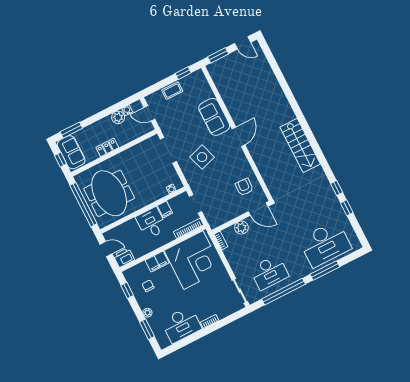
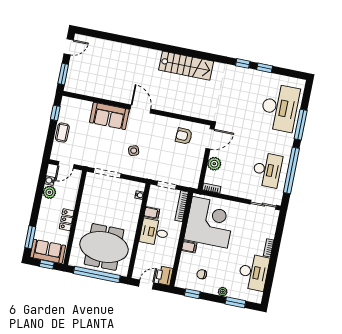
side table: (202, 157) -> (134, 151), width x0.54, depth x0.54
filing cabinet: (157, 262) -> (189, 247), width x0.50

